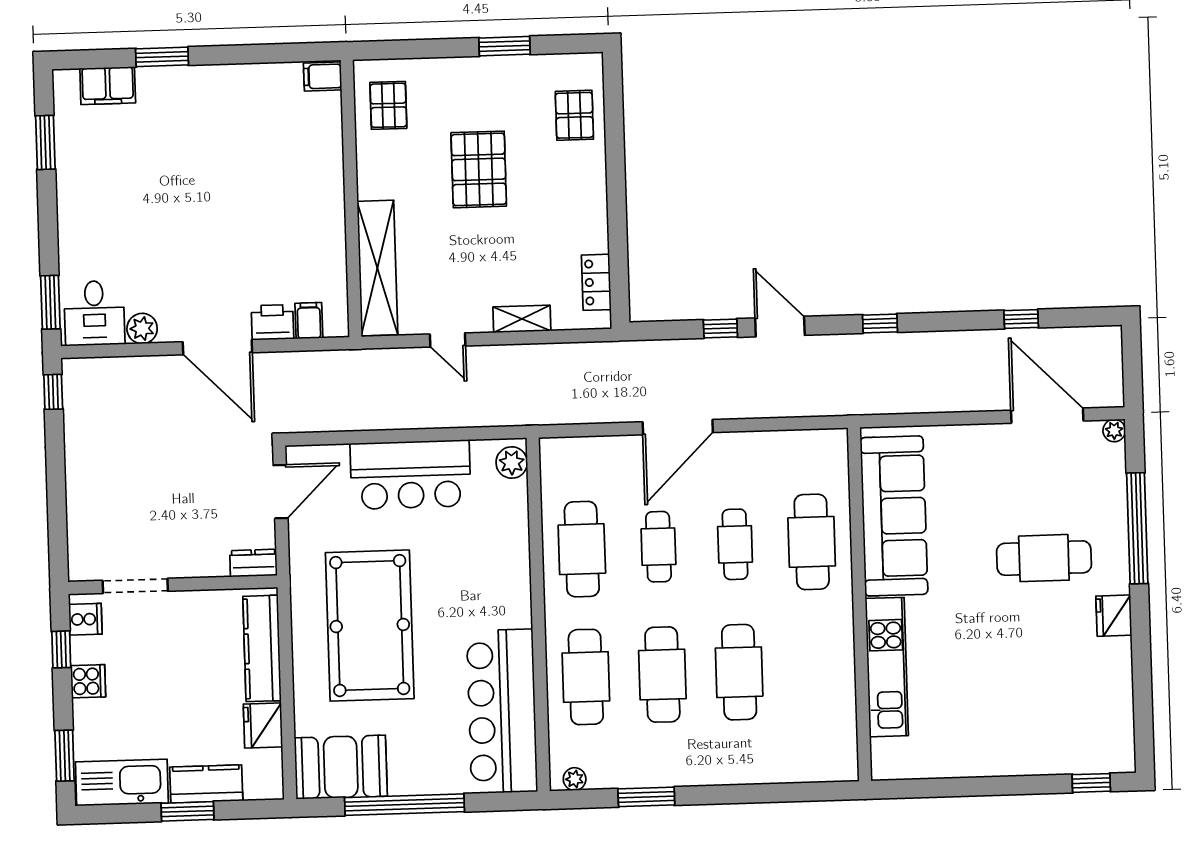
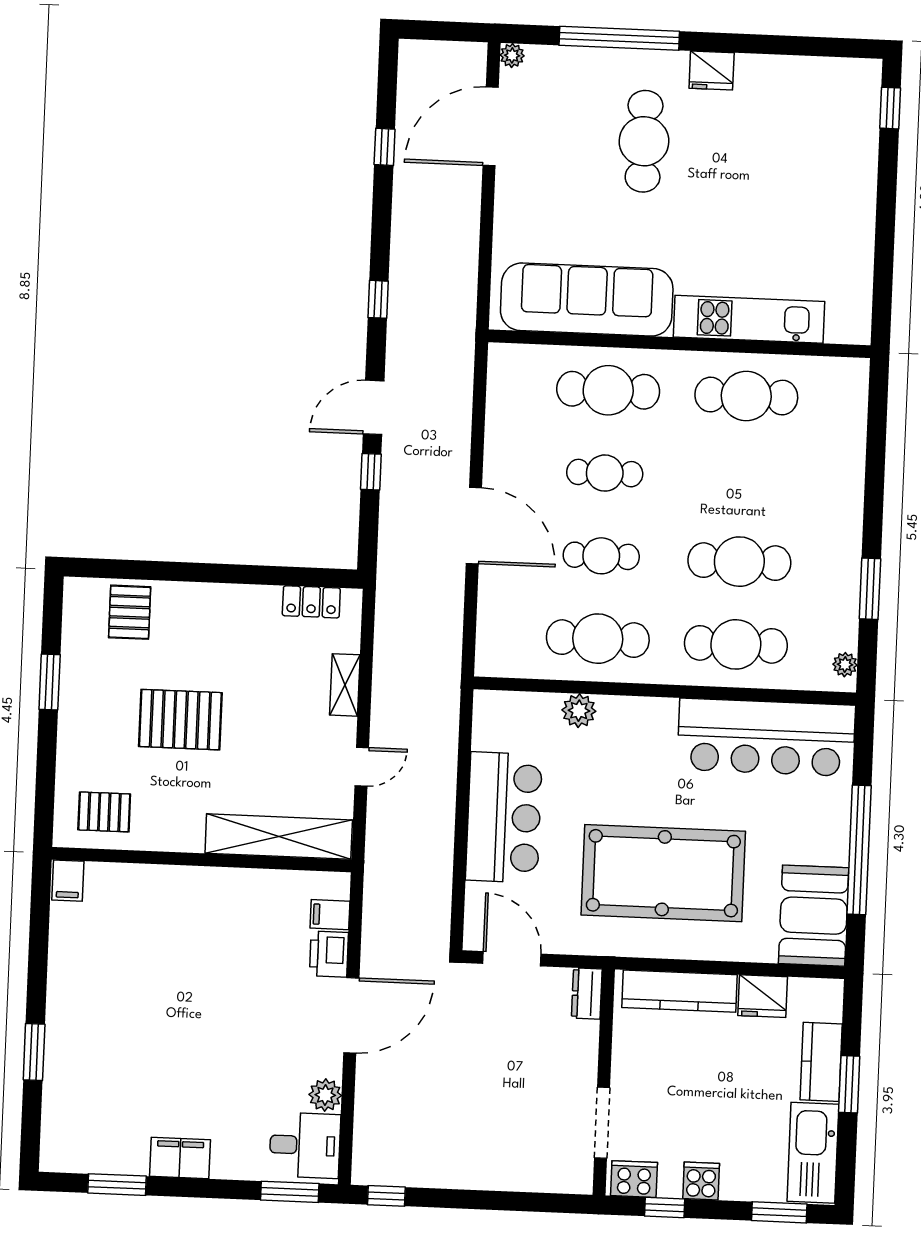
filing cabinet: (108, 86) -> (180, 1158), moved, turned -90
pallet: (574, 115) -> (130, 612), turned 90
plant: (512, 463) -> (579, 711), moved
cooker: (85, 619) -> (634, 1179), width x1.36
cafe table: (739, 672) -> (746, 396), moved

